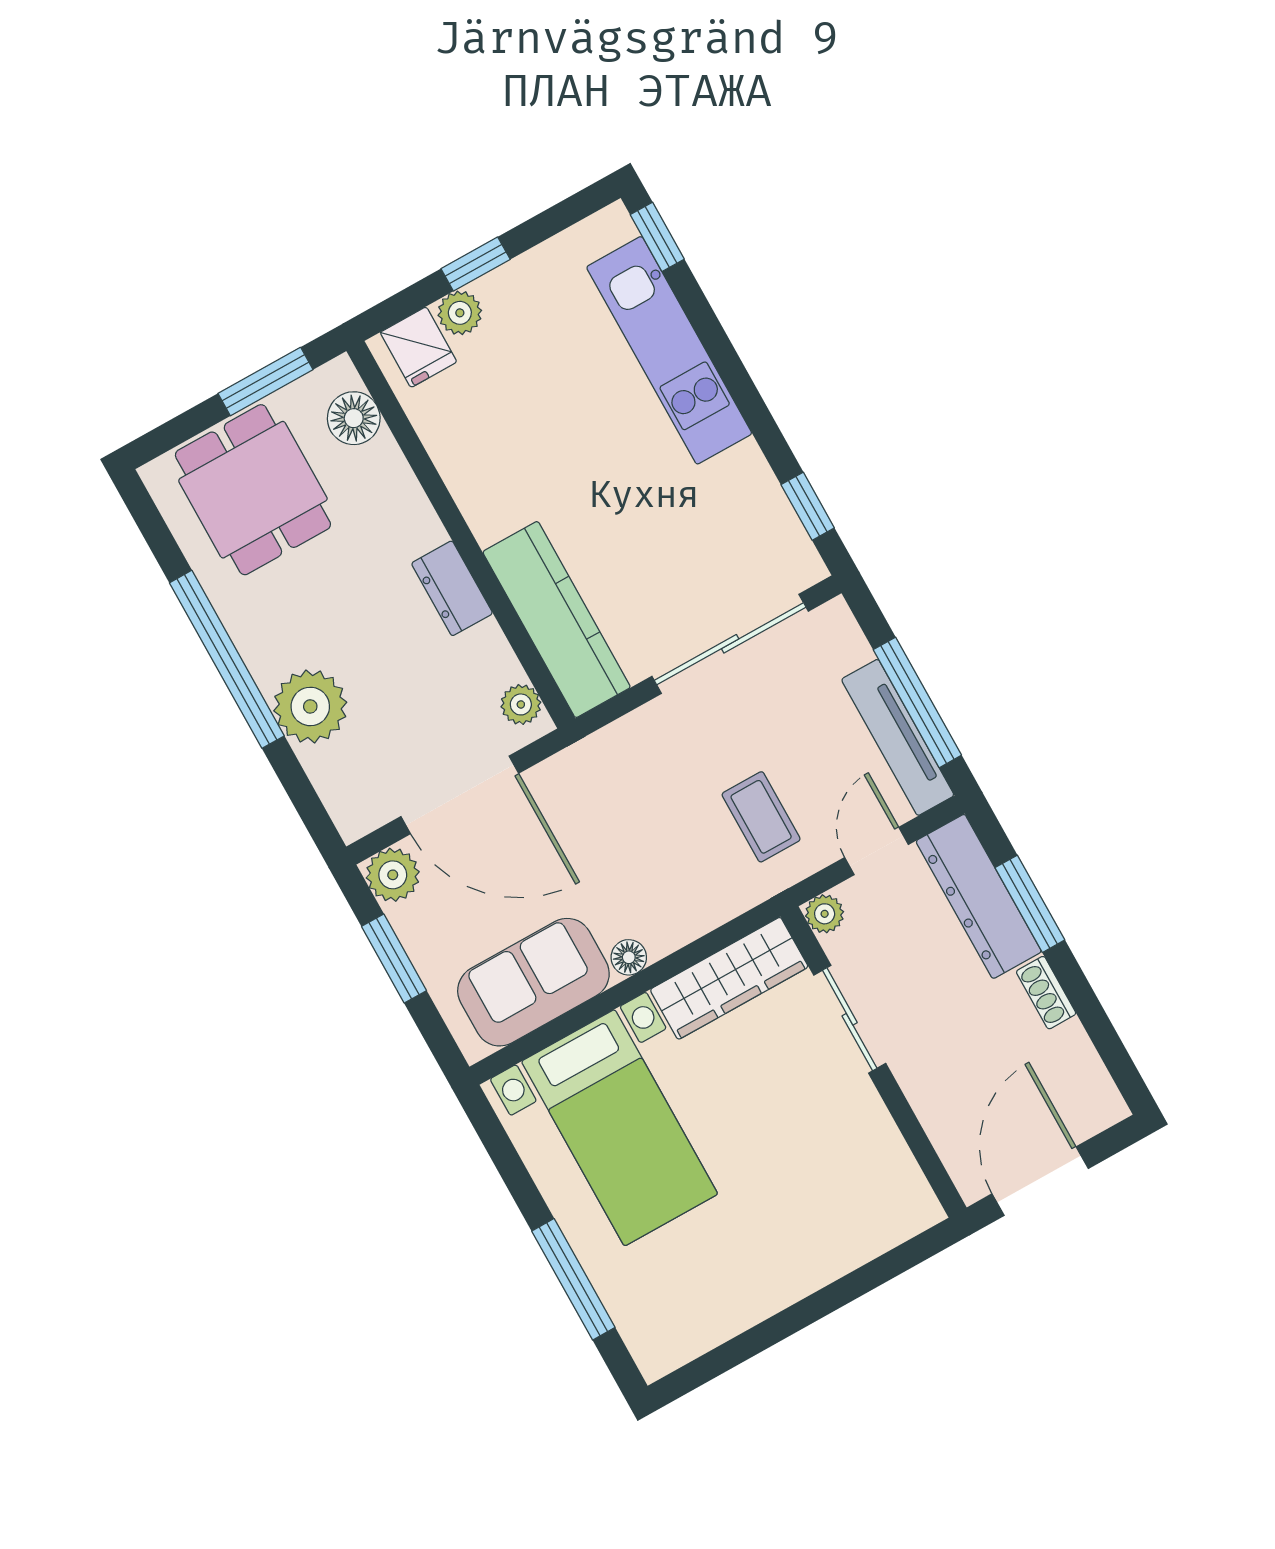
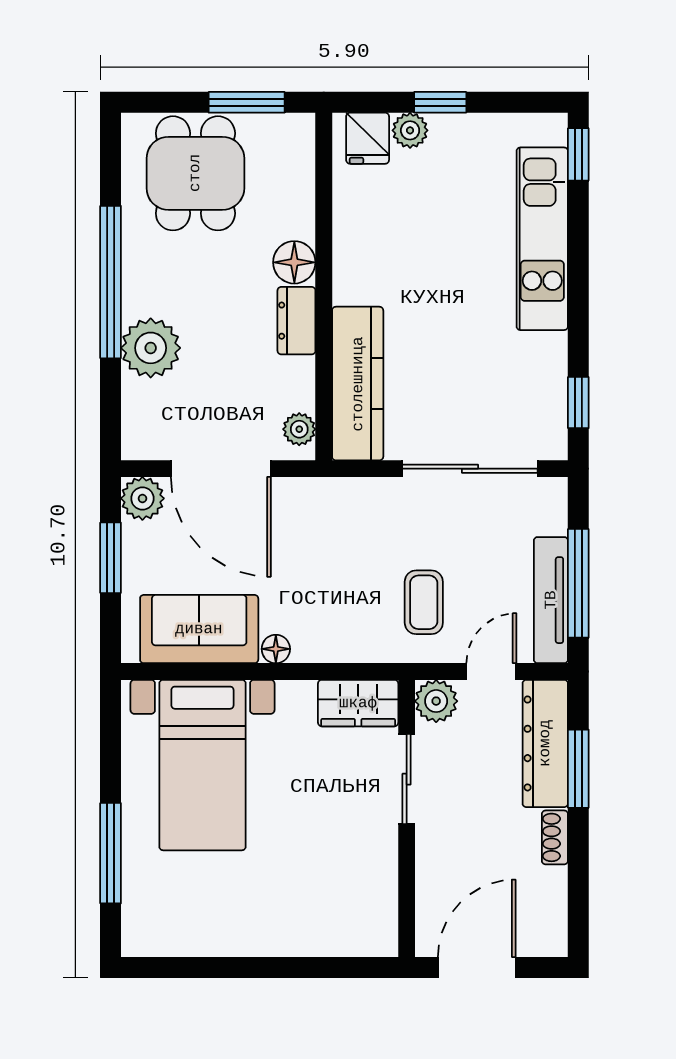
floor lamp: (354, 418) -> (294, 262), moved
plant: (825, 914) -> (436, 701), width x1.38, depth x1.38
wardrobe: (729, 978) -> (358, 703), width x0.67

